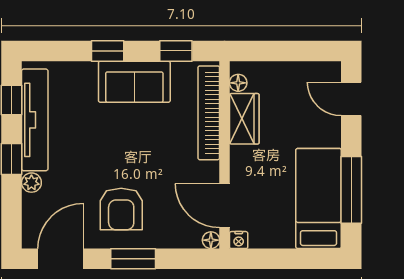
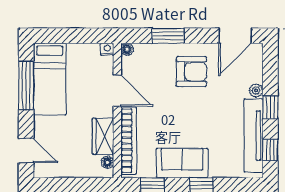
door: (224, 206) -> (117, 91), moved
armchair: (121, 209) -> (192, 72), turned 90
window: (133, 259) -> (168, 36), moved

